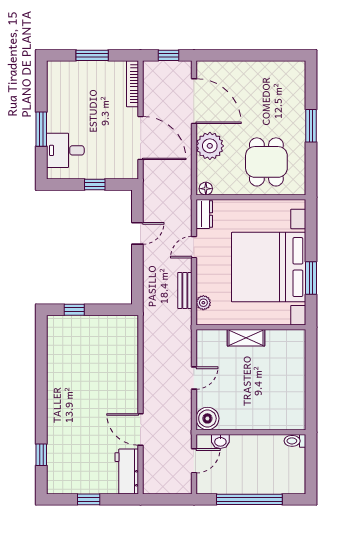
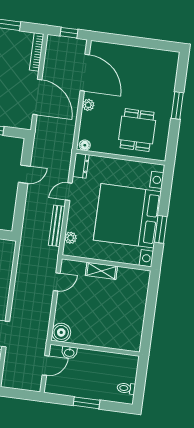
plant: (210, 146) -> (88, 105), width x0.53, depth x0.53
bench: (185, 290) -> (57, 226), width x1.36
door: (194, 378) -> (57, 282), moved
toilet: (295, 441) -> (126, 388), moved
window: (249, 499) -> (87, 403), width x0.47

